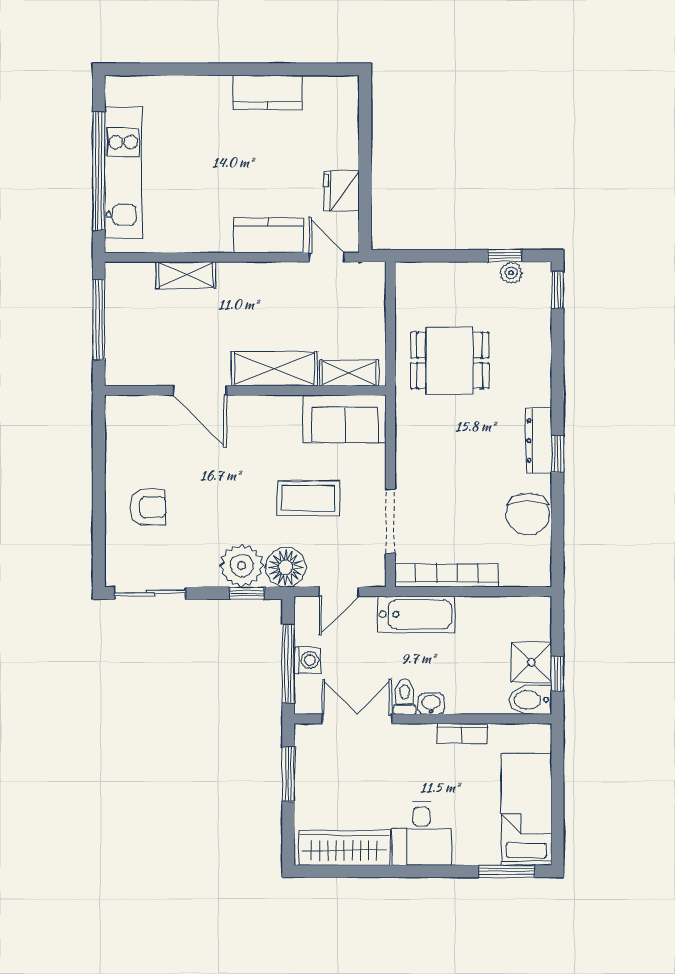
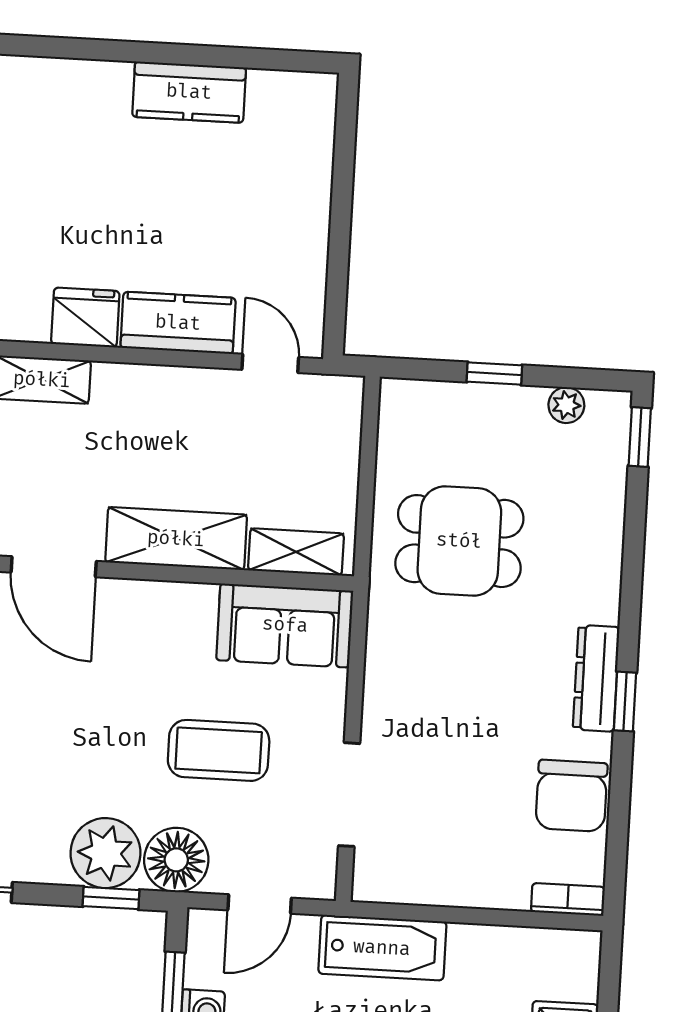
fridge: (342, 191) -> (85, 318), moved, turned 90
window: (505, 256) -> (494, 373), moved
bookcase: (447, 575) -> (568, 899), moved, width x0.43, depth x0.76

